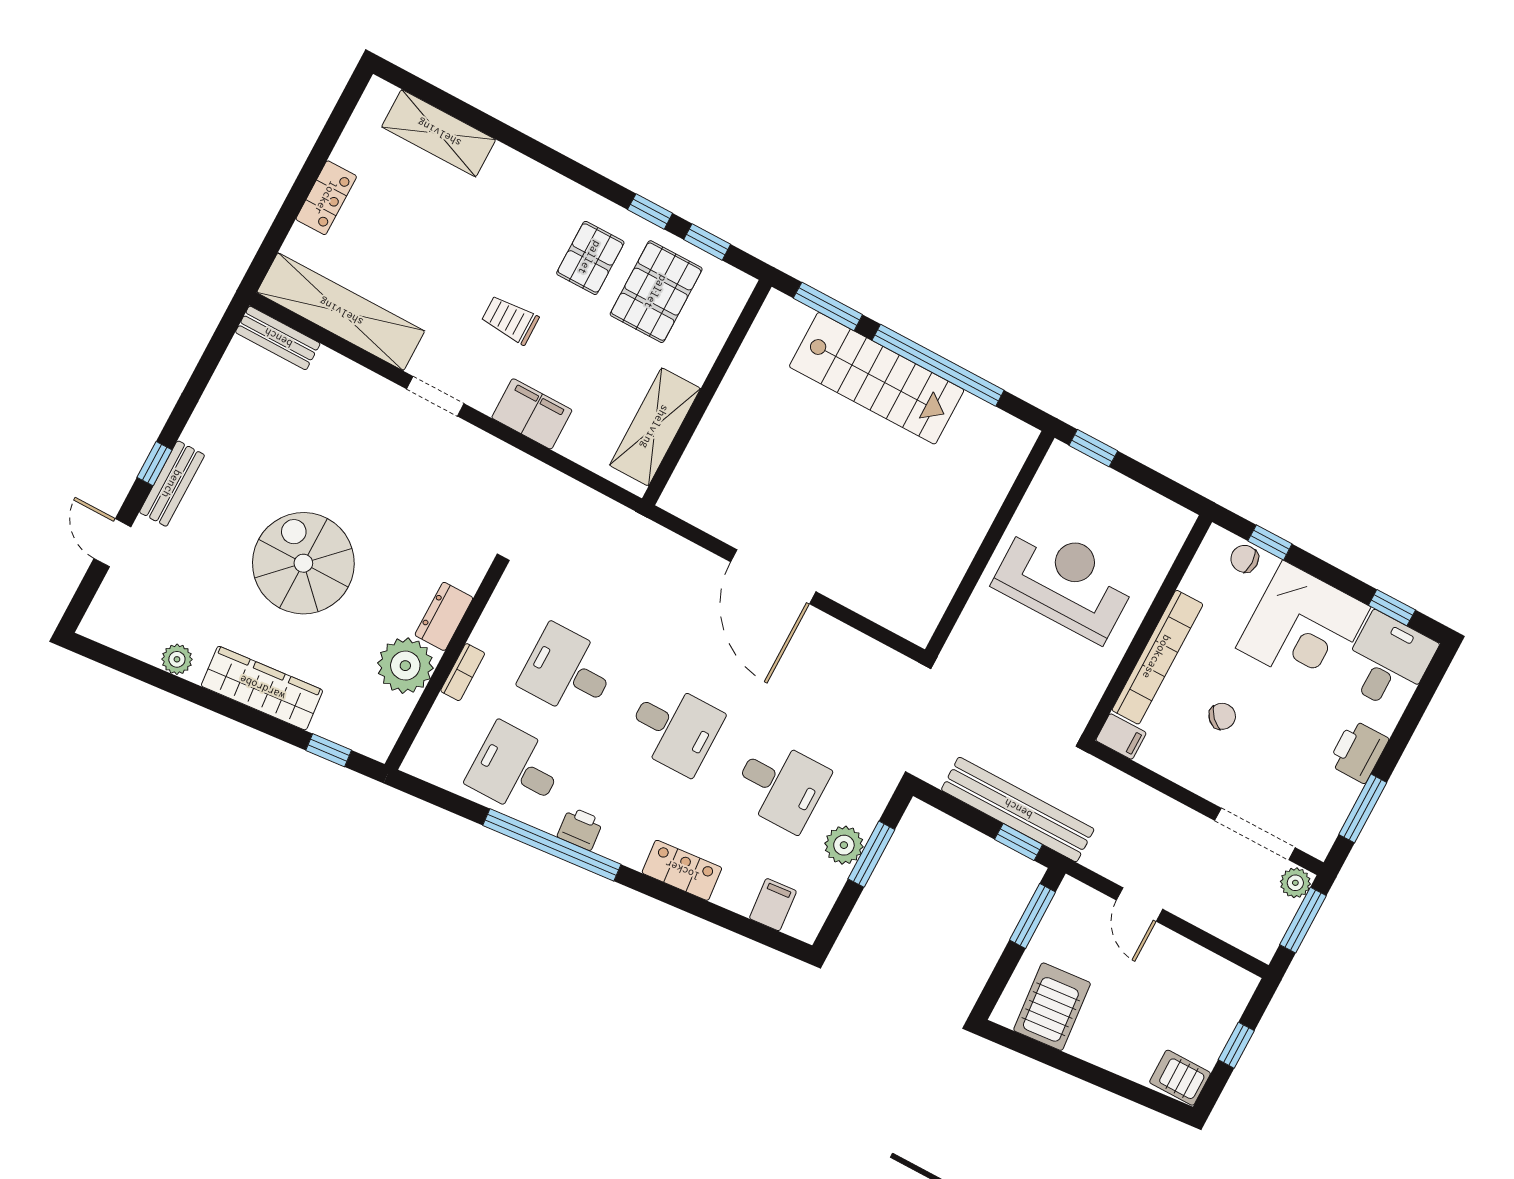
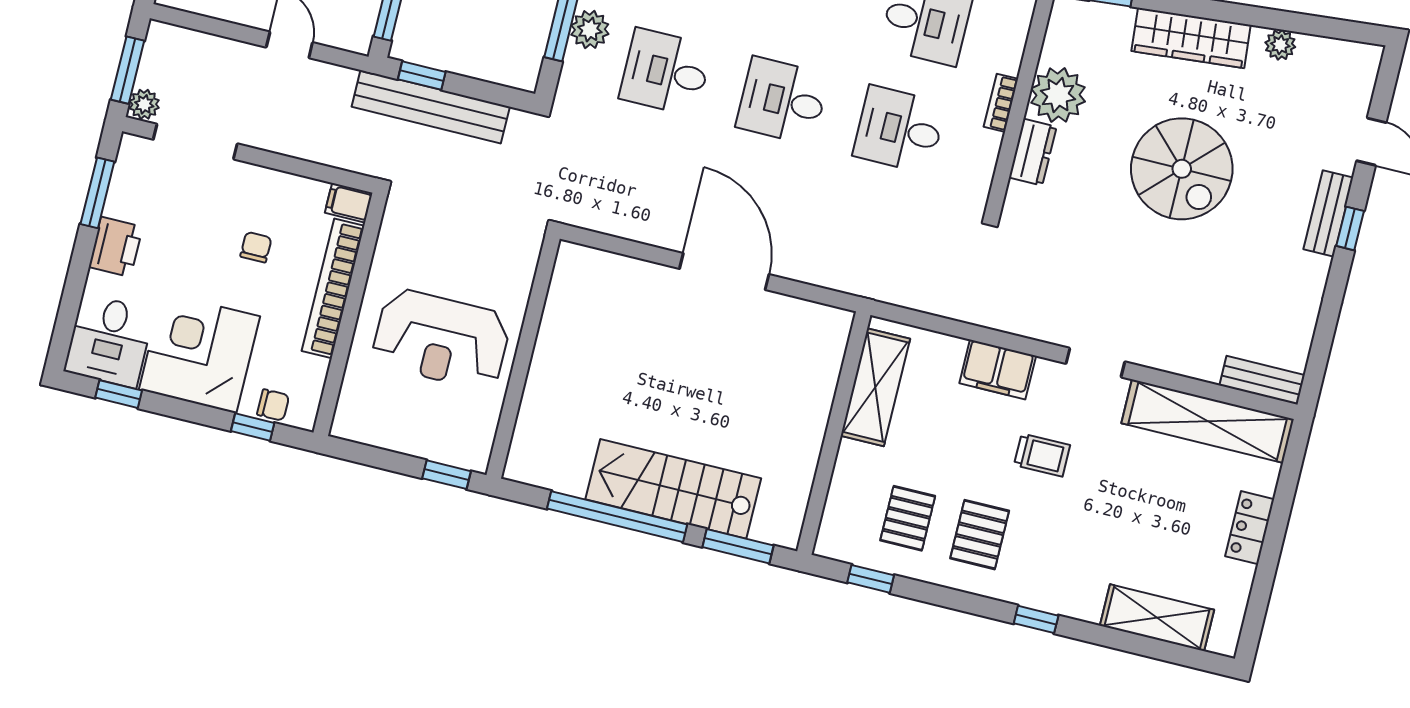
window: (650, 211) -> (1036, 619), moved
pallet: (656, 292) -> (908, 518), width x0.67, depth x0.71
desk: (568, 671) -> (899, 129), turned 180
chair: (1222, 716) -> (256, 247), turned 134

